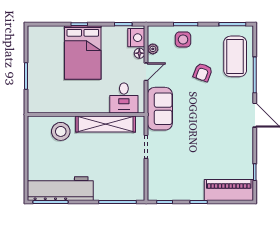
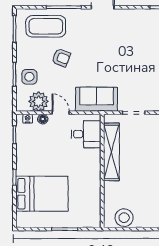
nightstand: (136, 38) -> (28, 119), width x0.53, depth x0.56
plant: (153, 49) -> (39, 101), width x1.87, depth x1.87
bed: (83, 52) -> (42, 194), moved
stool: (61, 131) -> (124, 218), moved

